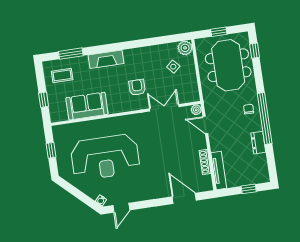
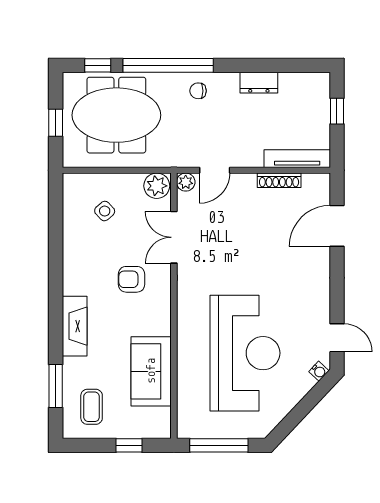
plant: (185, 48) -> (157, 186), moved
window: (265, 118) -> (168, 65), moved
window: (51, 150) -> (219, 445), width x2.17

